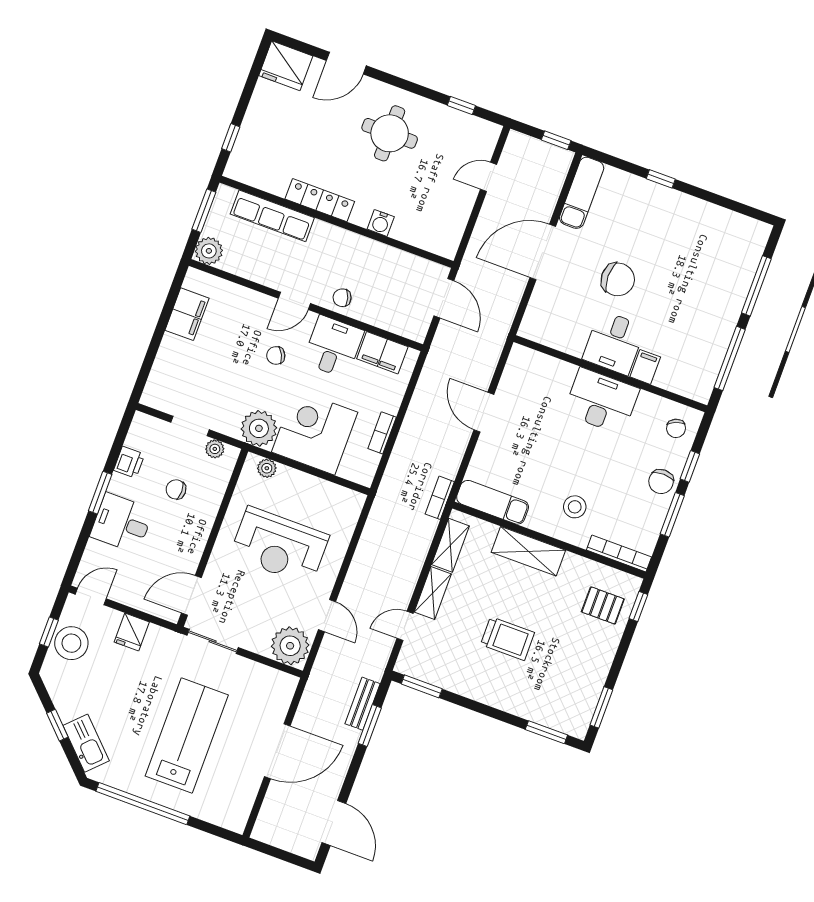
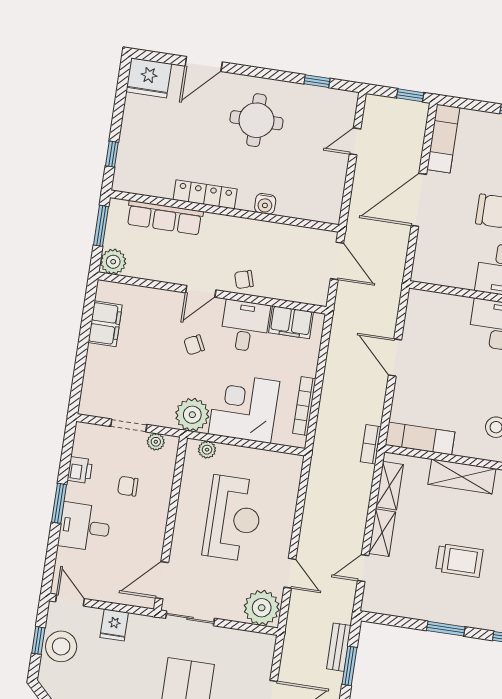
bookcase: (382, 433) -> (304, 406), width x1.56
reception desk: (279, 546) -> (233, 518), turned -90
door: (91, 597) -> (70, 600), hinge flipped
window: (422, 686) -> (446, 629), moved

